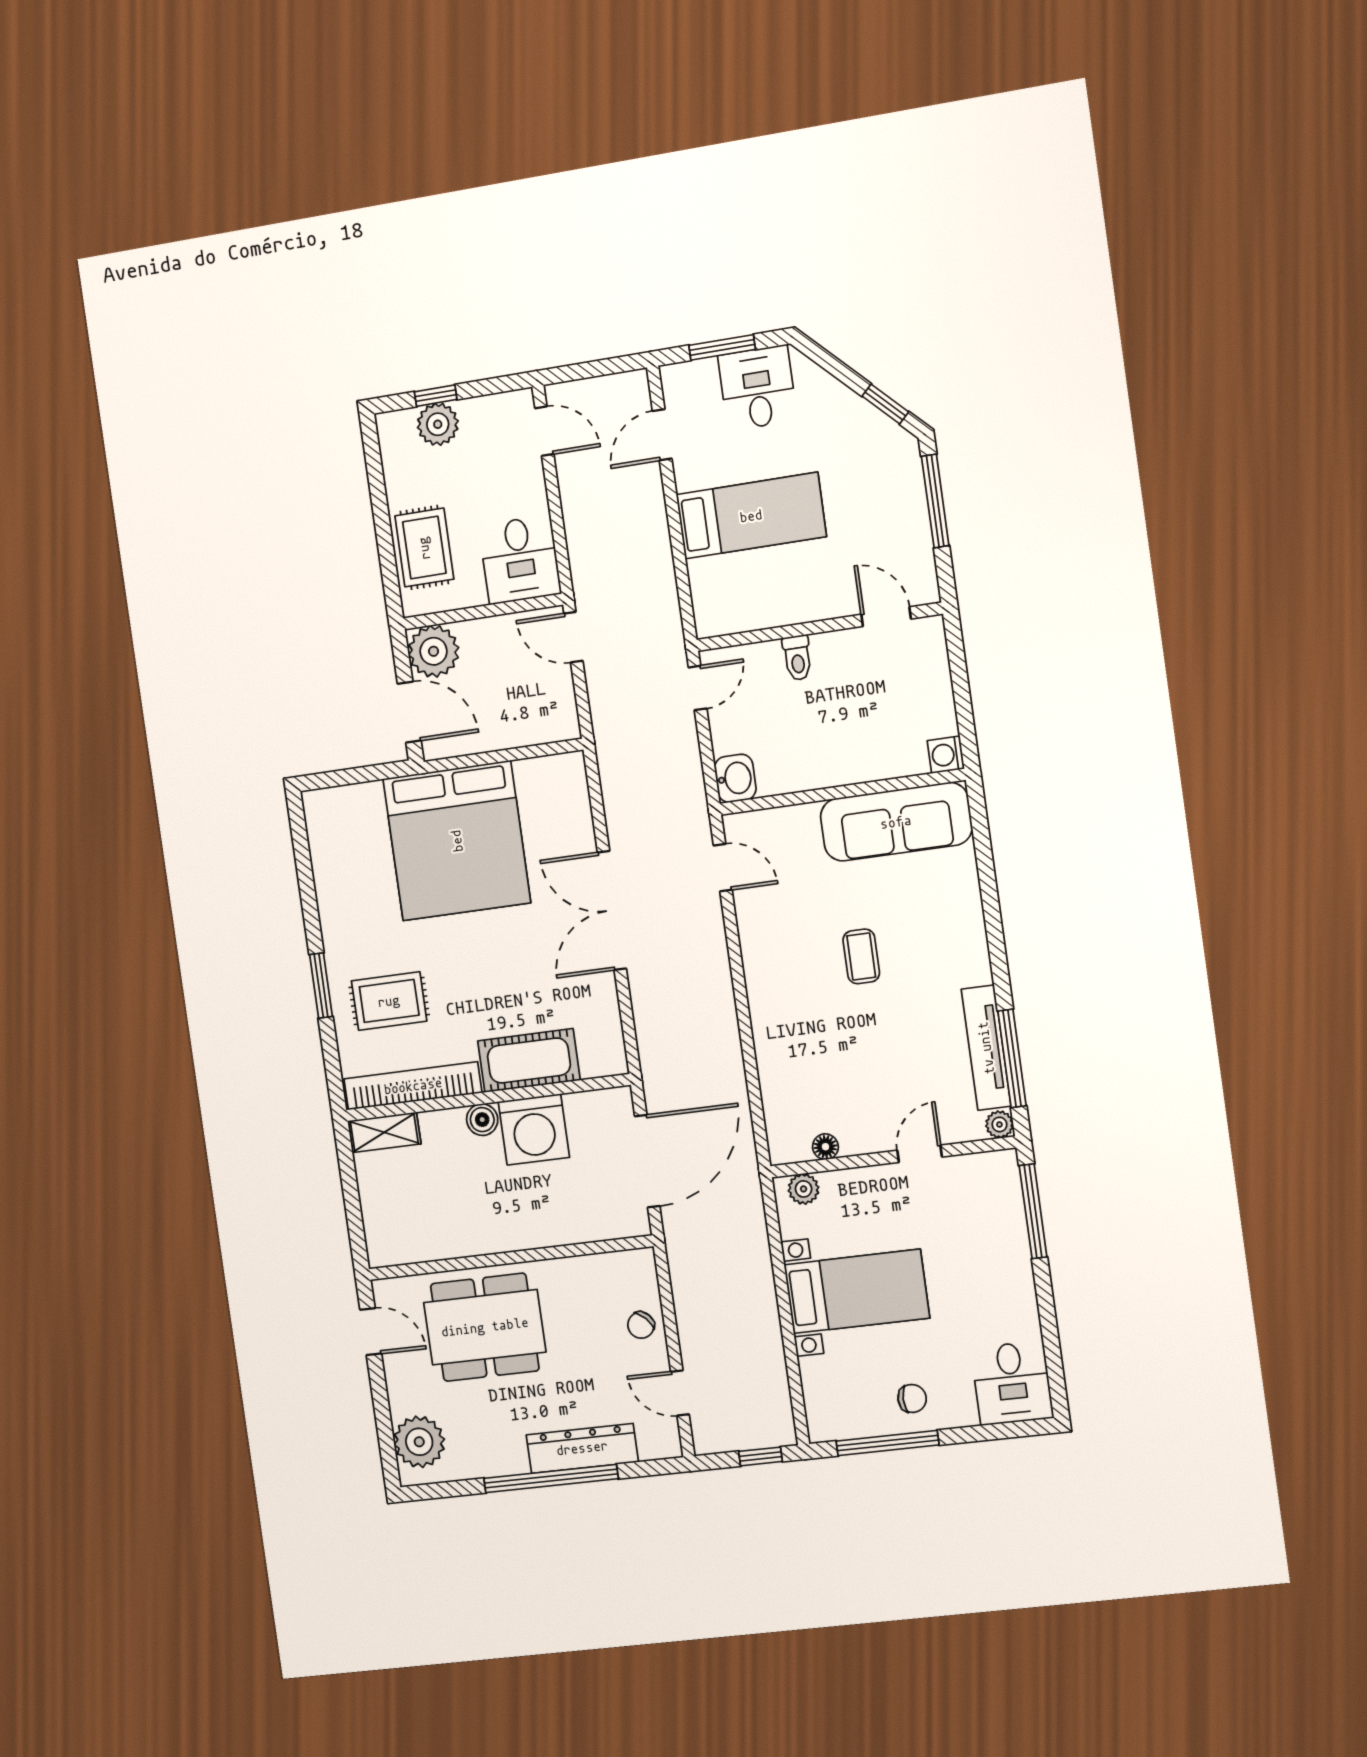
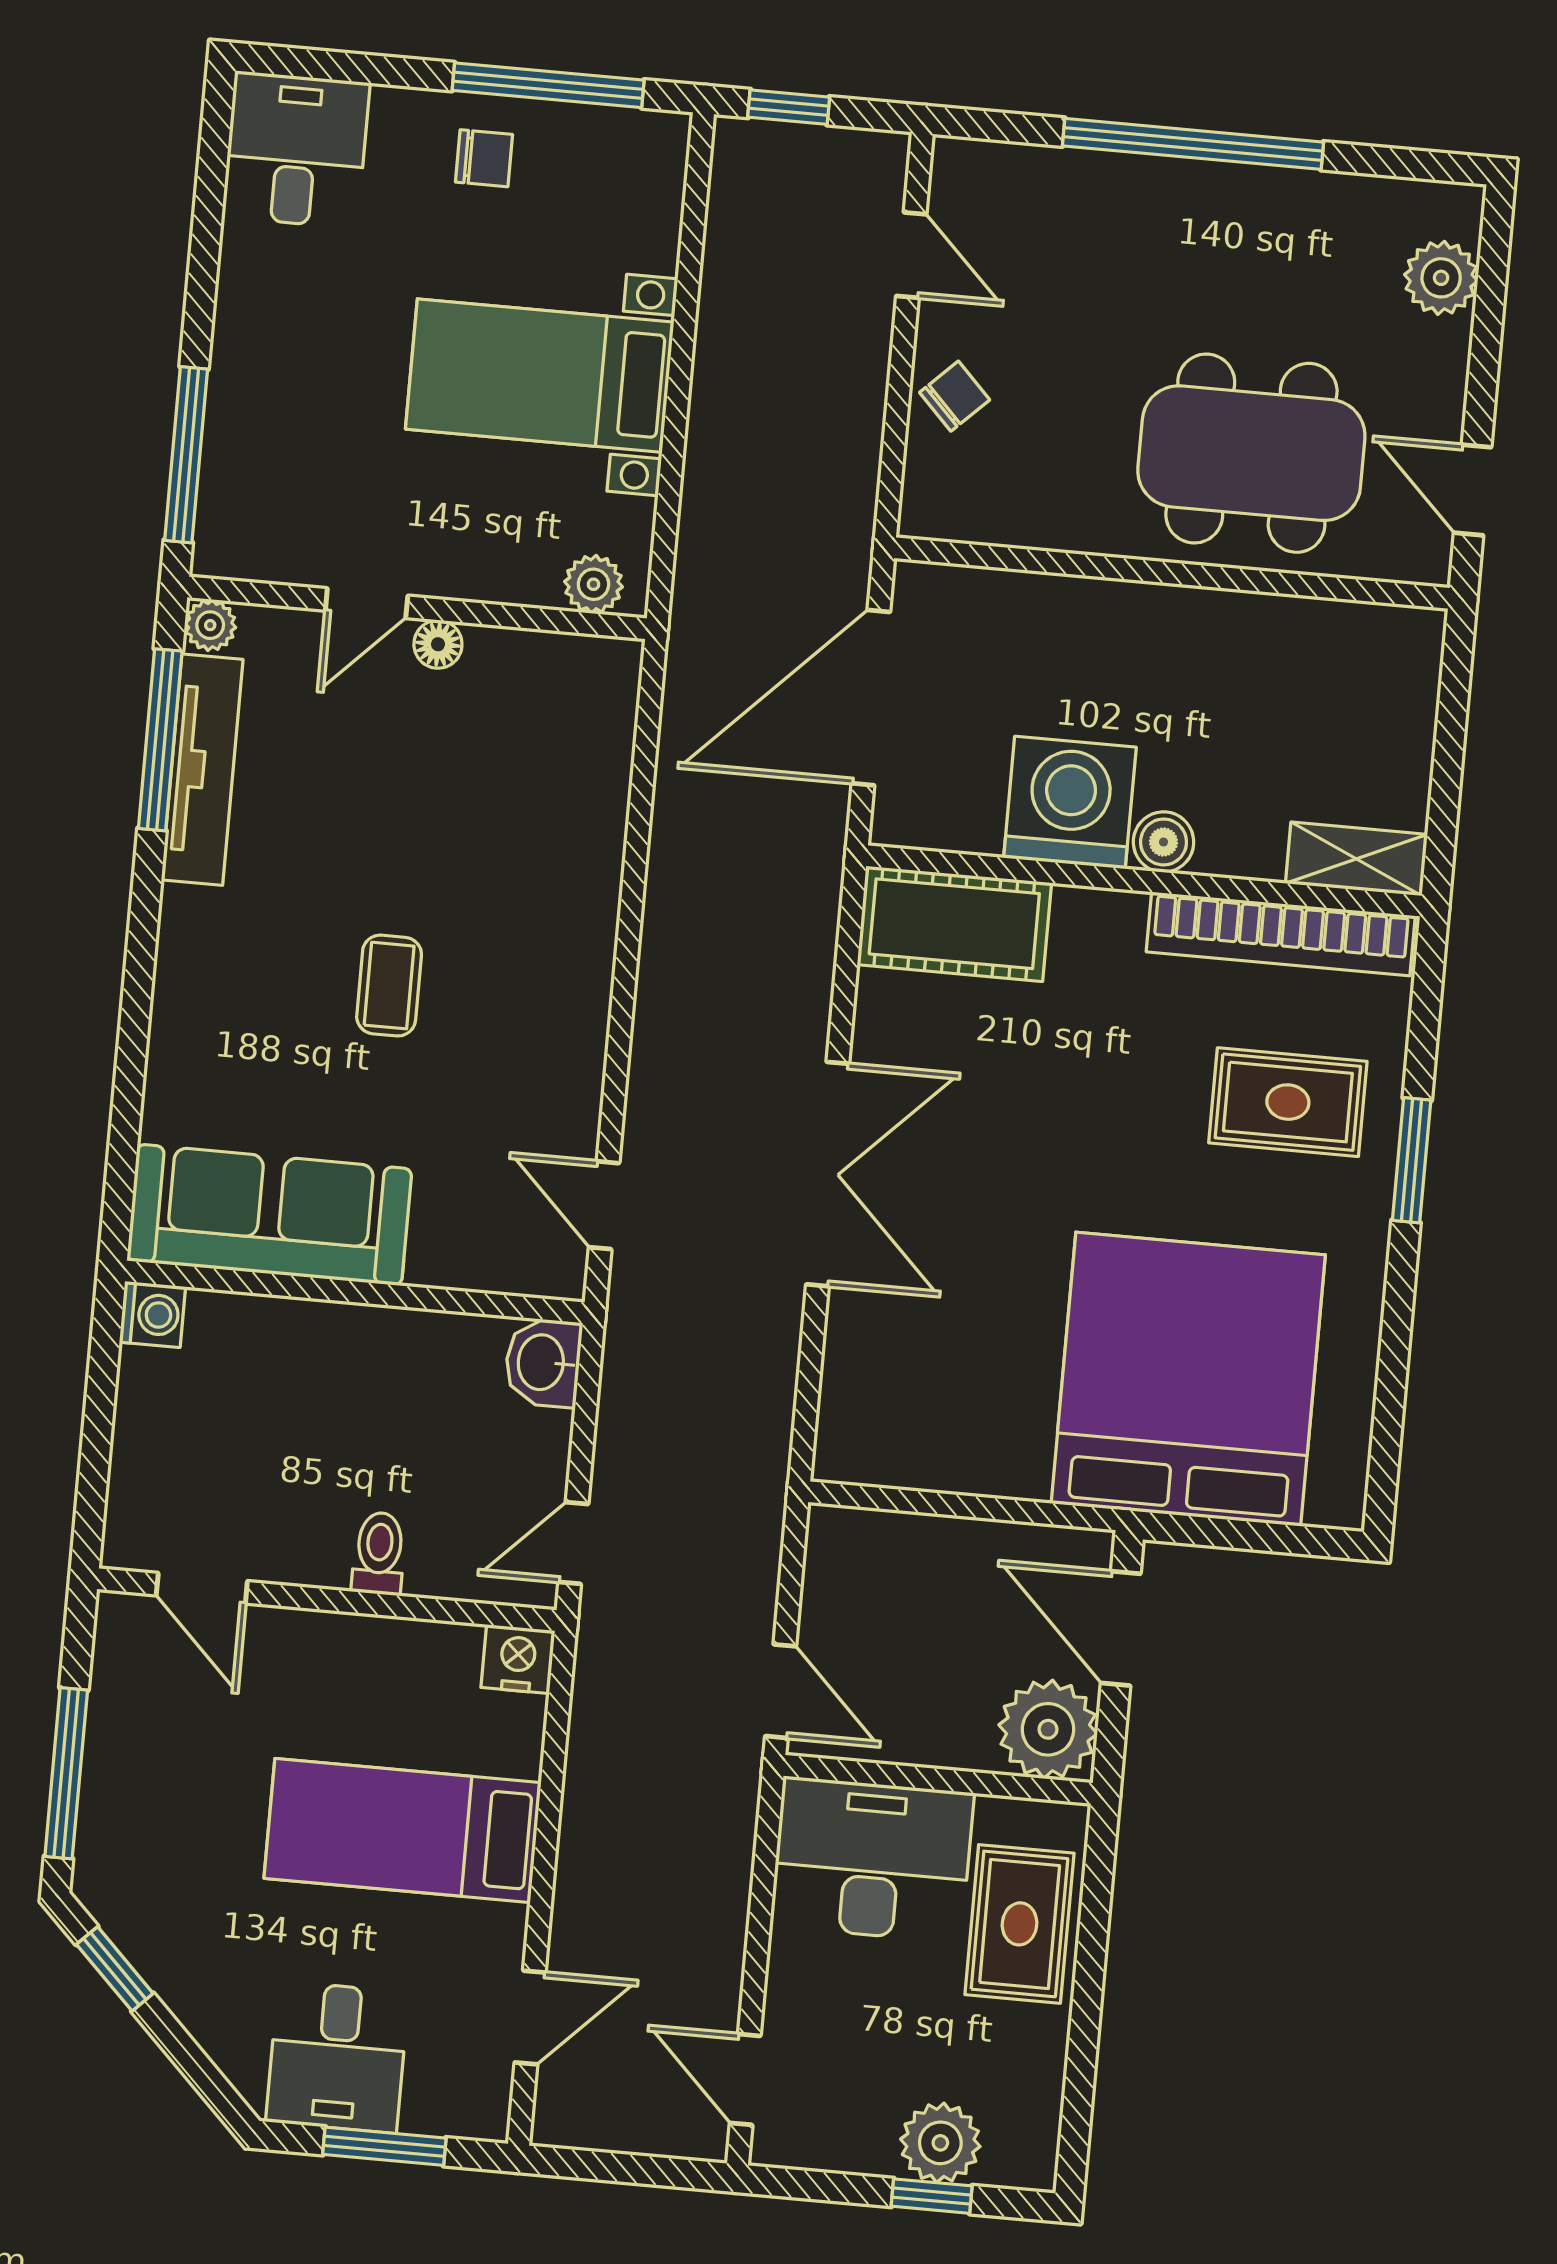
desk: (520, 560) -> (872, 1860), width x1.37
nightstand: (712, 620) -> (518, 1659), added
bed: (457, 841) -> (1188, 1379), moved
cot: (529, 1060) -> (954, 924), moved
floor lamp: (825, 1147) -> (438, 644), moved
chair: (912, 1398) -> (484, 158), turned 180
plant: (419, 1442) -> (1441, 278), width x0.73, depth x0.73
dresser: (582, 1448) -> (1120, 189), removed

